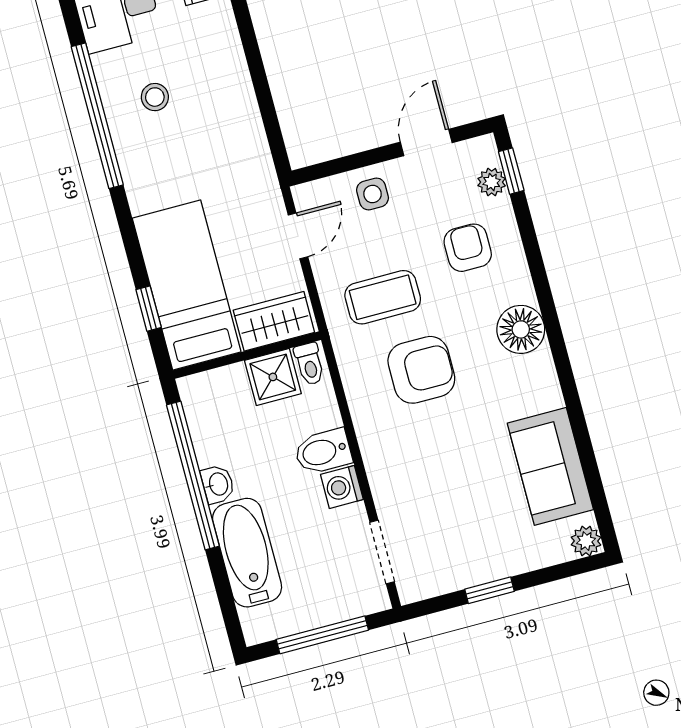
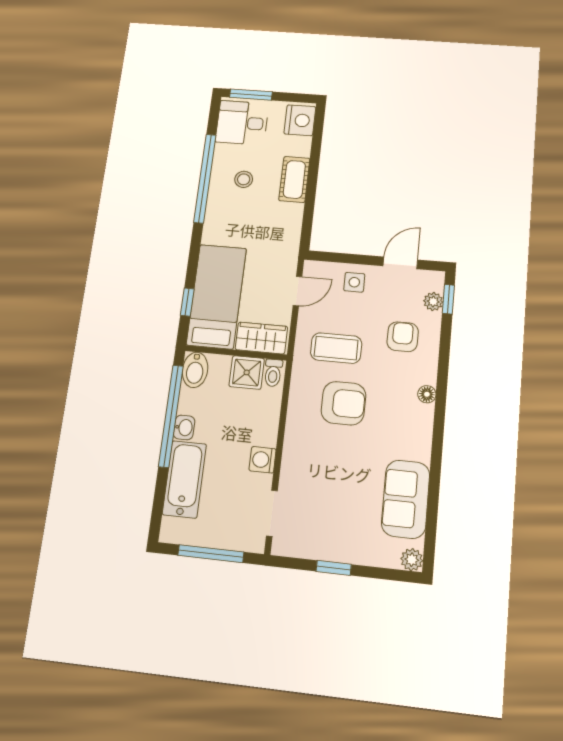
cot: (229, 71) -> (294, 179), added
floor lamp: (521, 329) -> (427, 394), width x0.53, depth x0.53
bidet: (323, 452) -> (195, 370), moved, turned -90

